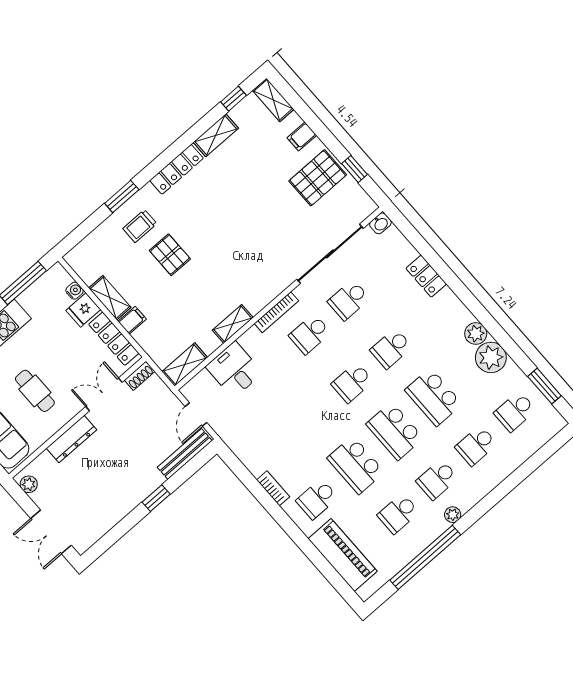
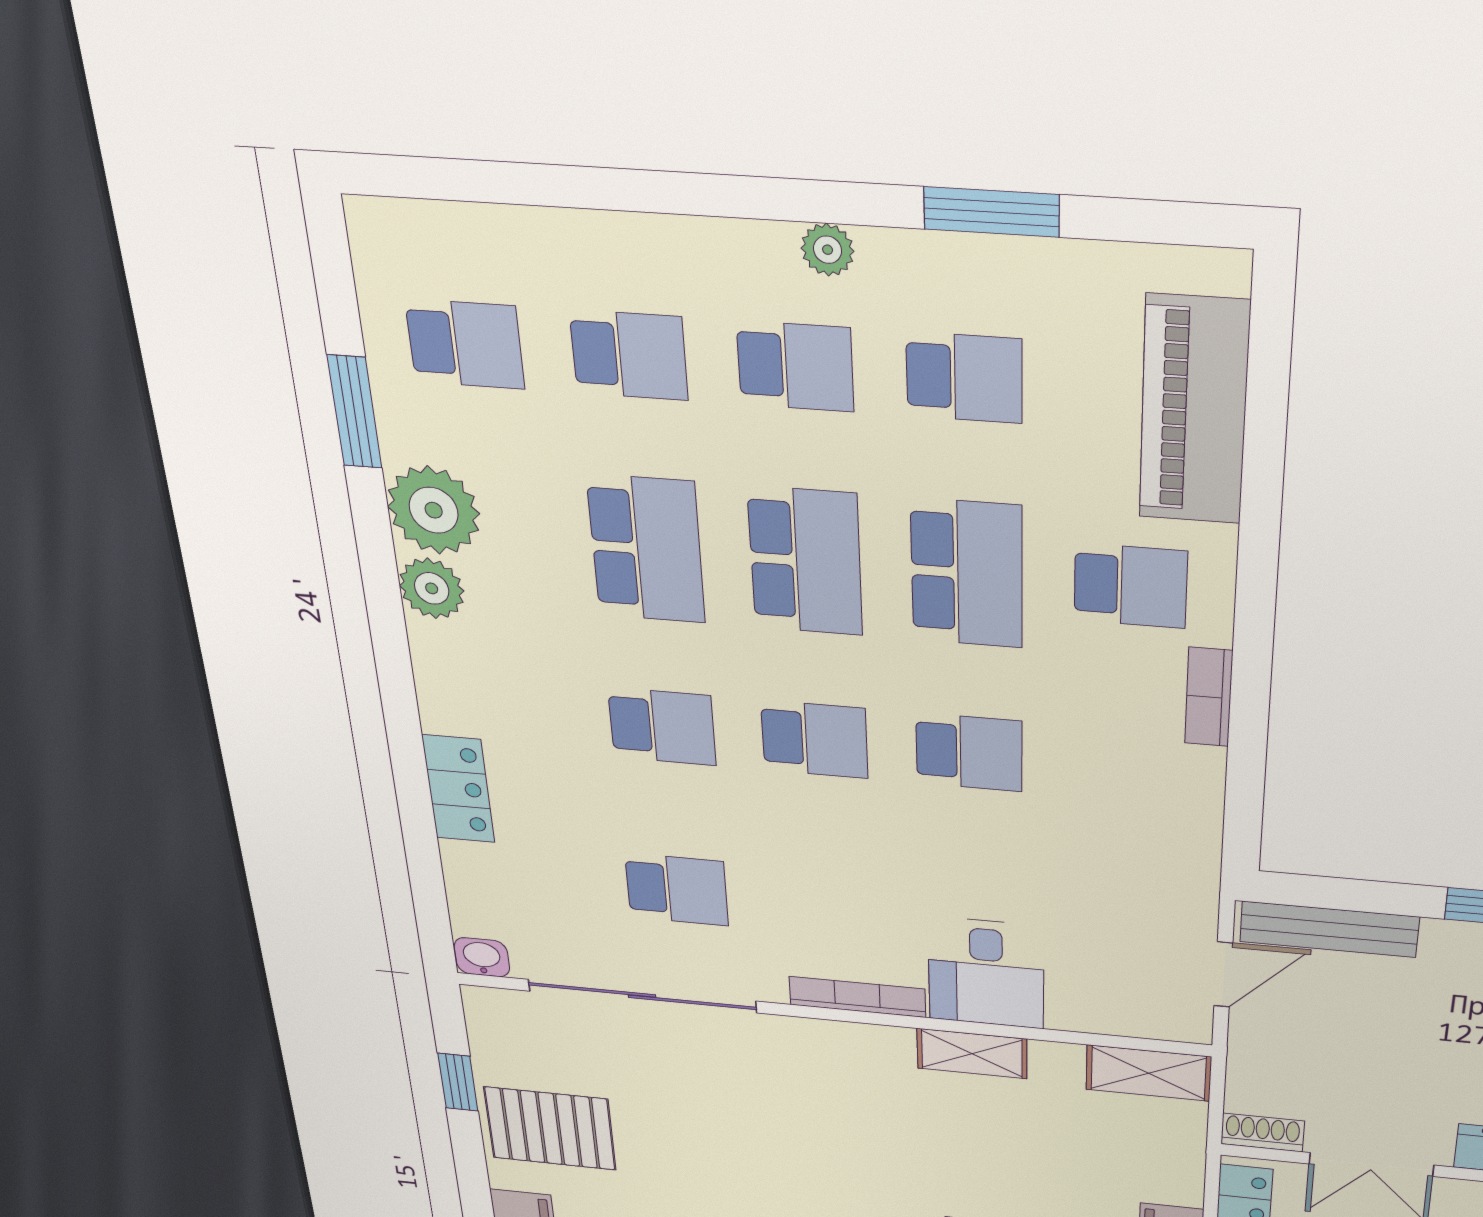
school desk: (310, 334) -> (969, 752), moved
desk: (234, 370) -> (986, 973), moved
window: (544, 386) -> (355, 412), moved
window: (425, 557) -> (991, 212), width x0.47

